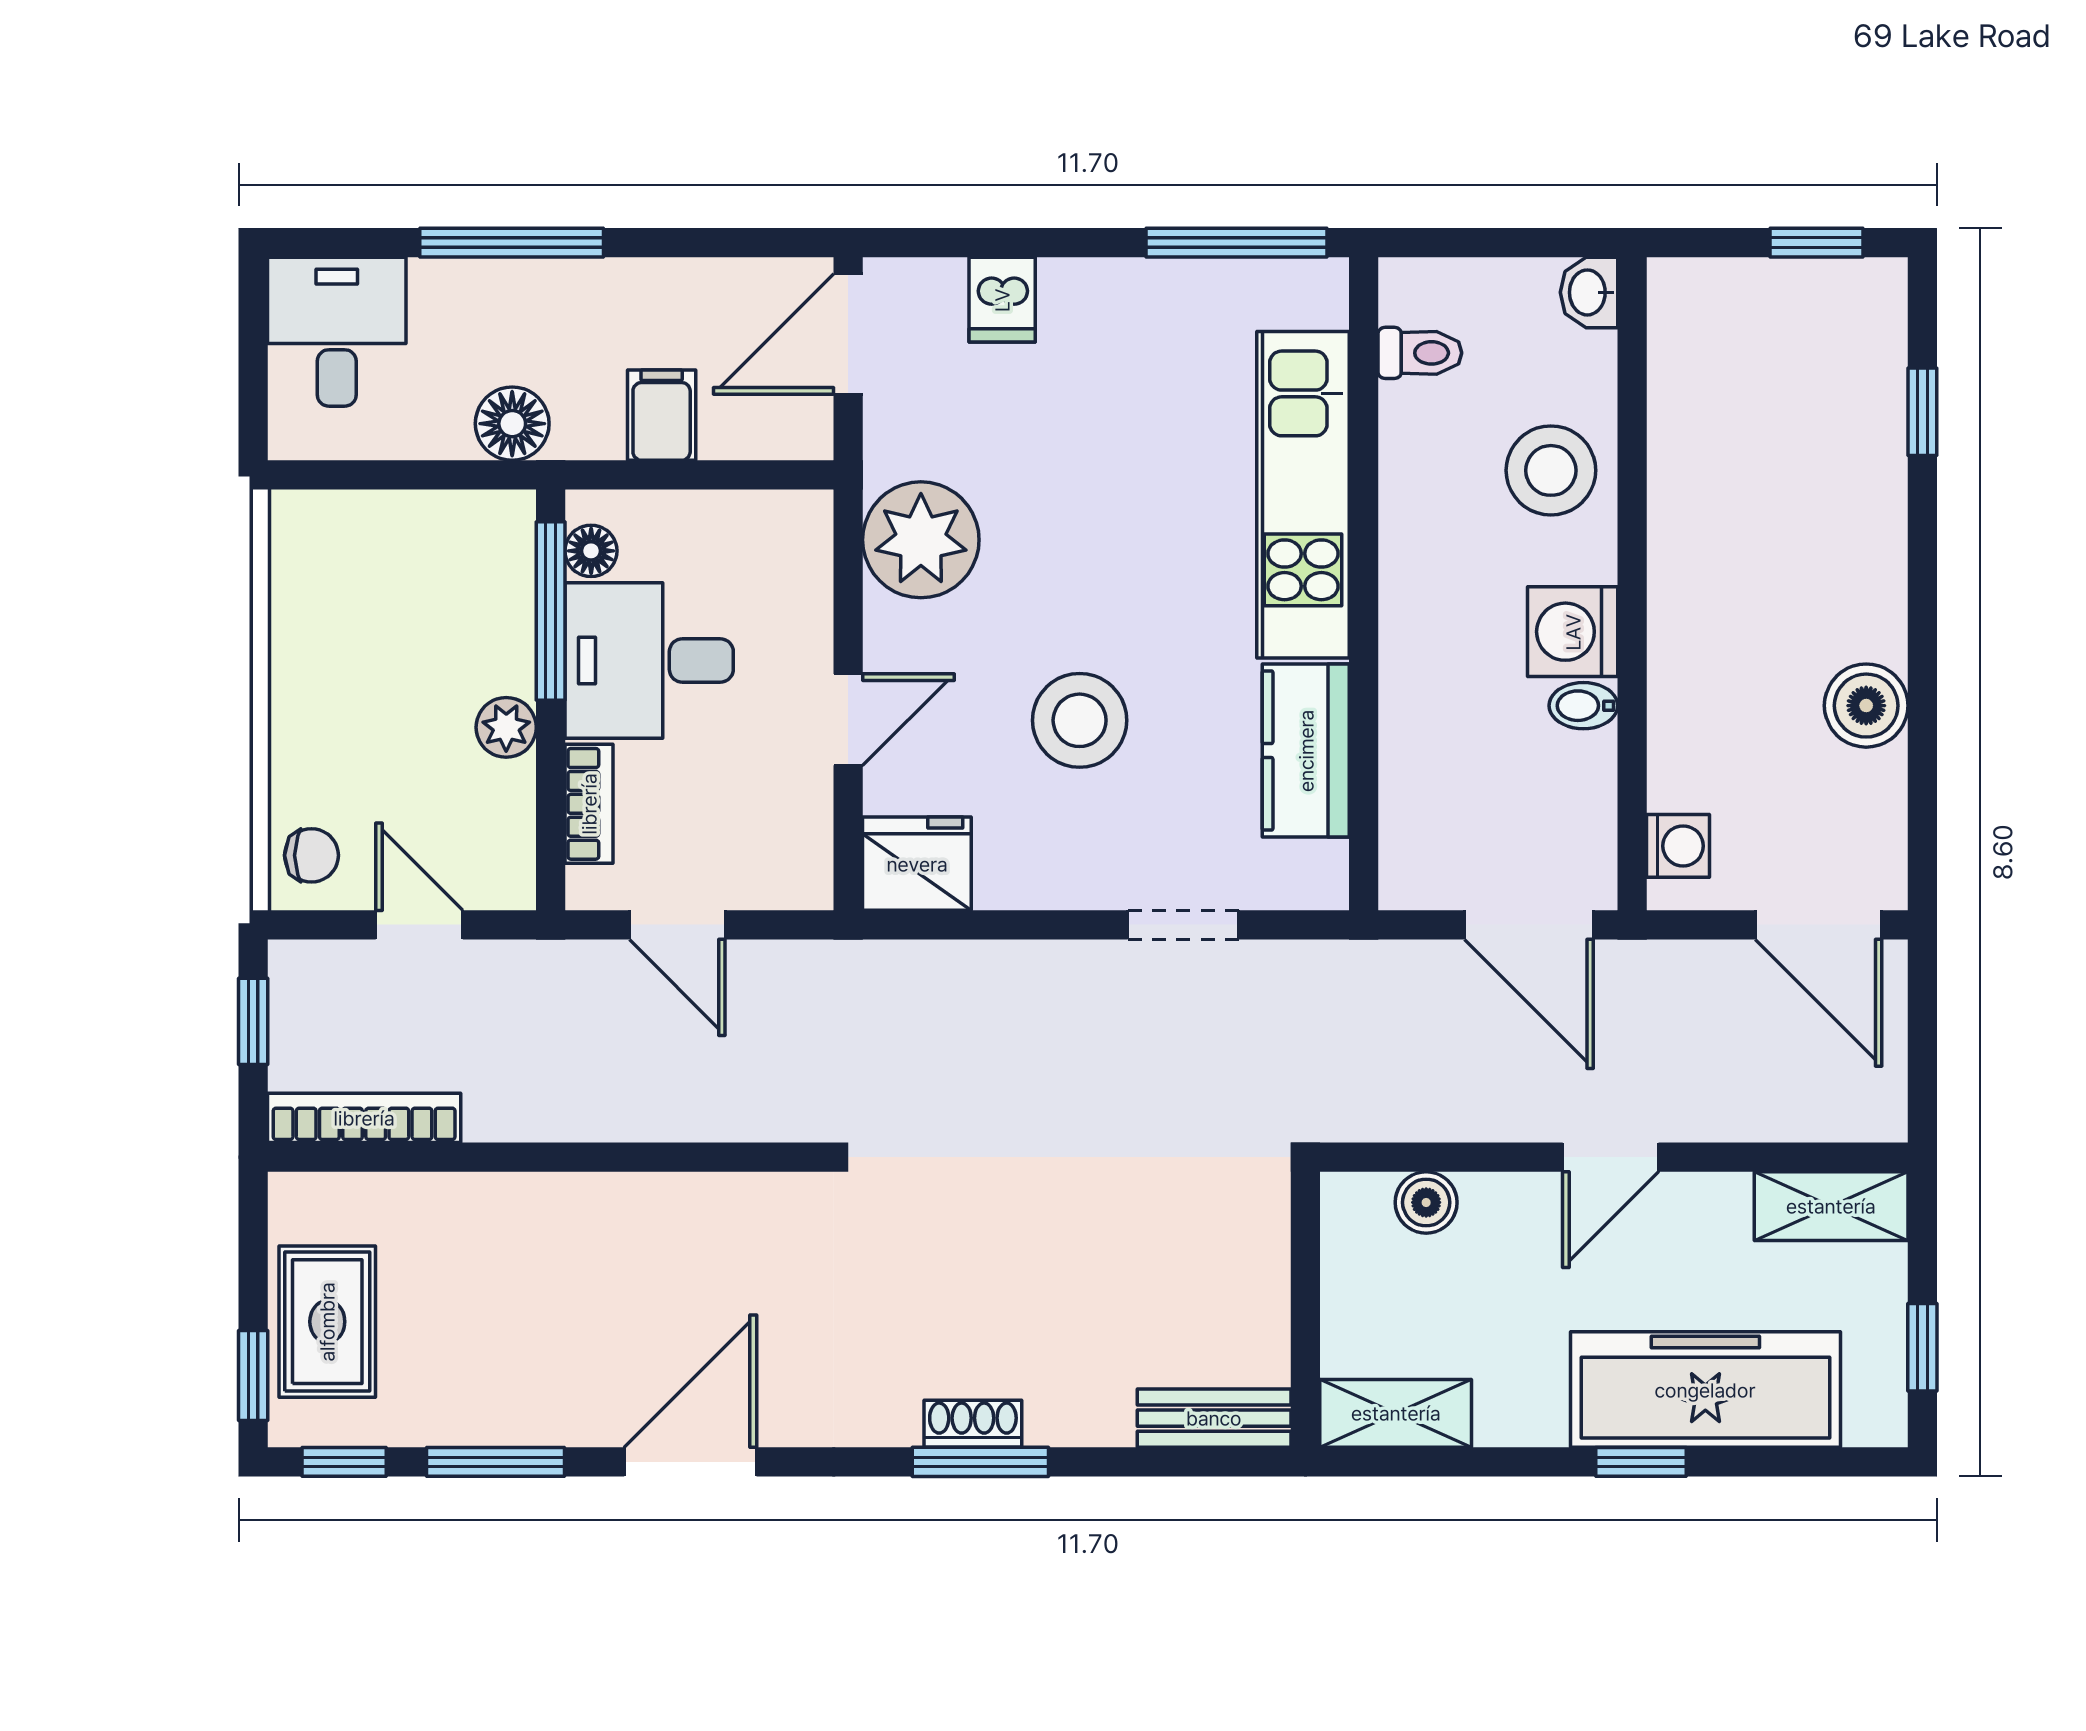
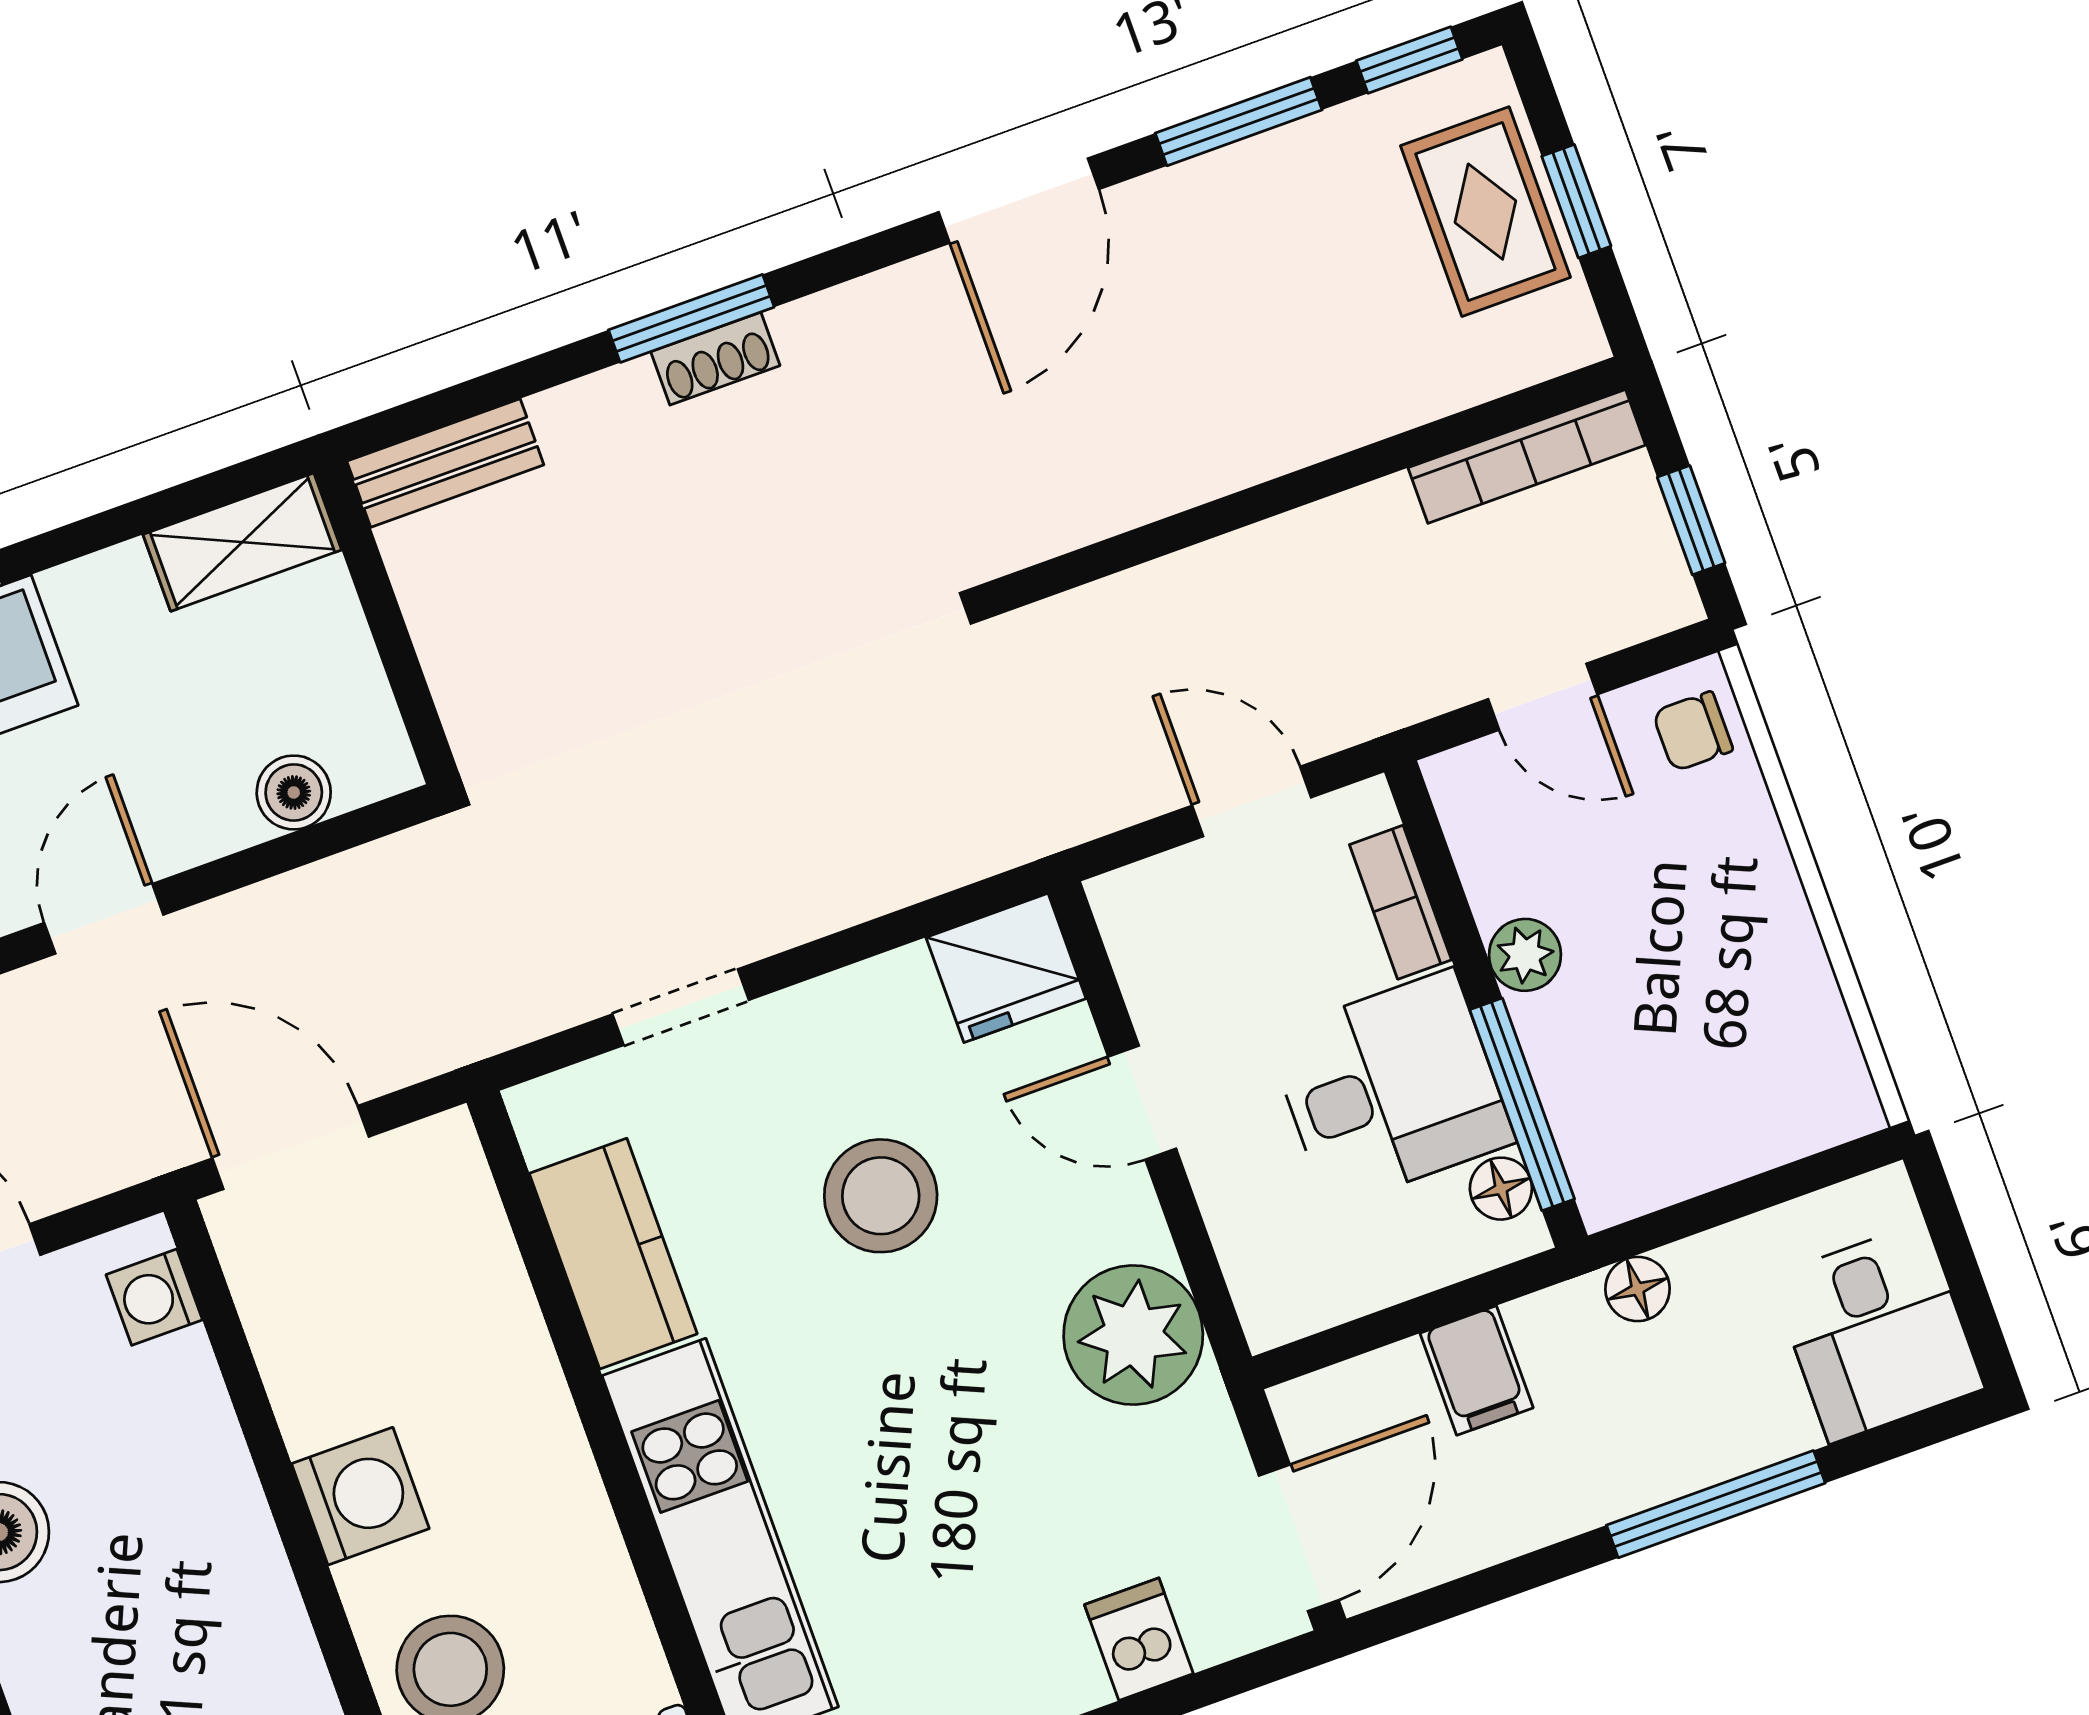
floor lamp: (512, 424) -> (1638, 1289), width x0.73, depth x0.73
bidet: (1583, 706) -> (318, 1417), removed
door: (848, 720) -> (1142, 1103), hinge flipped
window: (253, 1375) -> (1576, 201), moved

